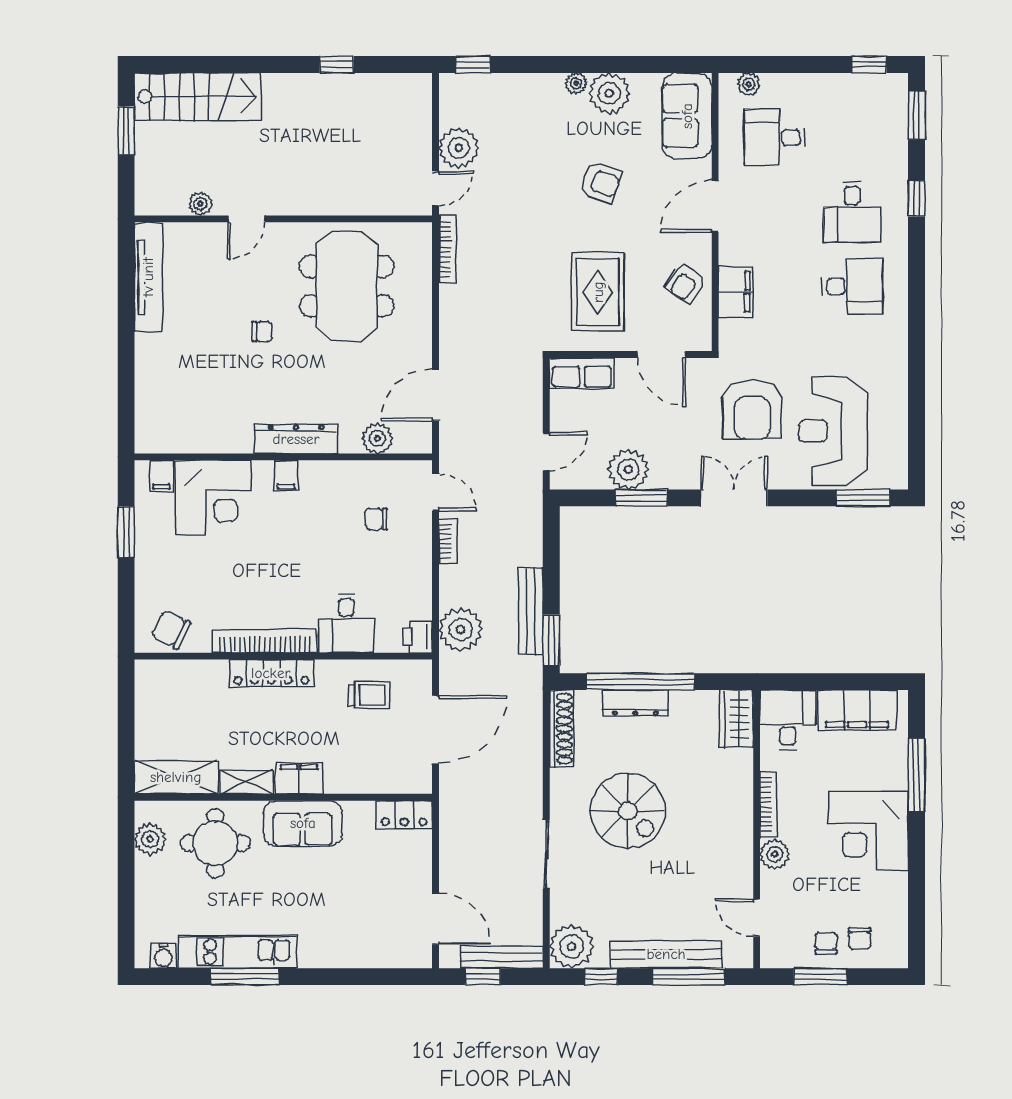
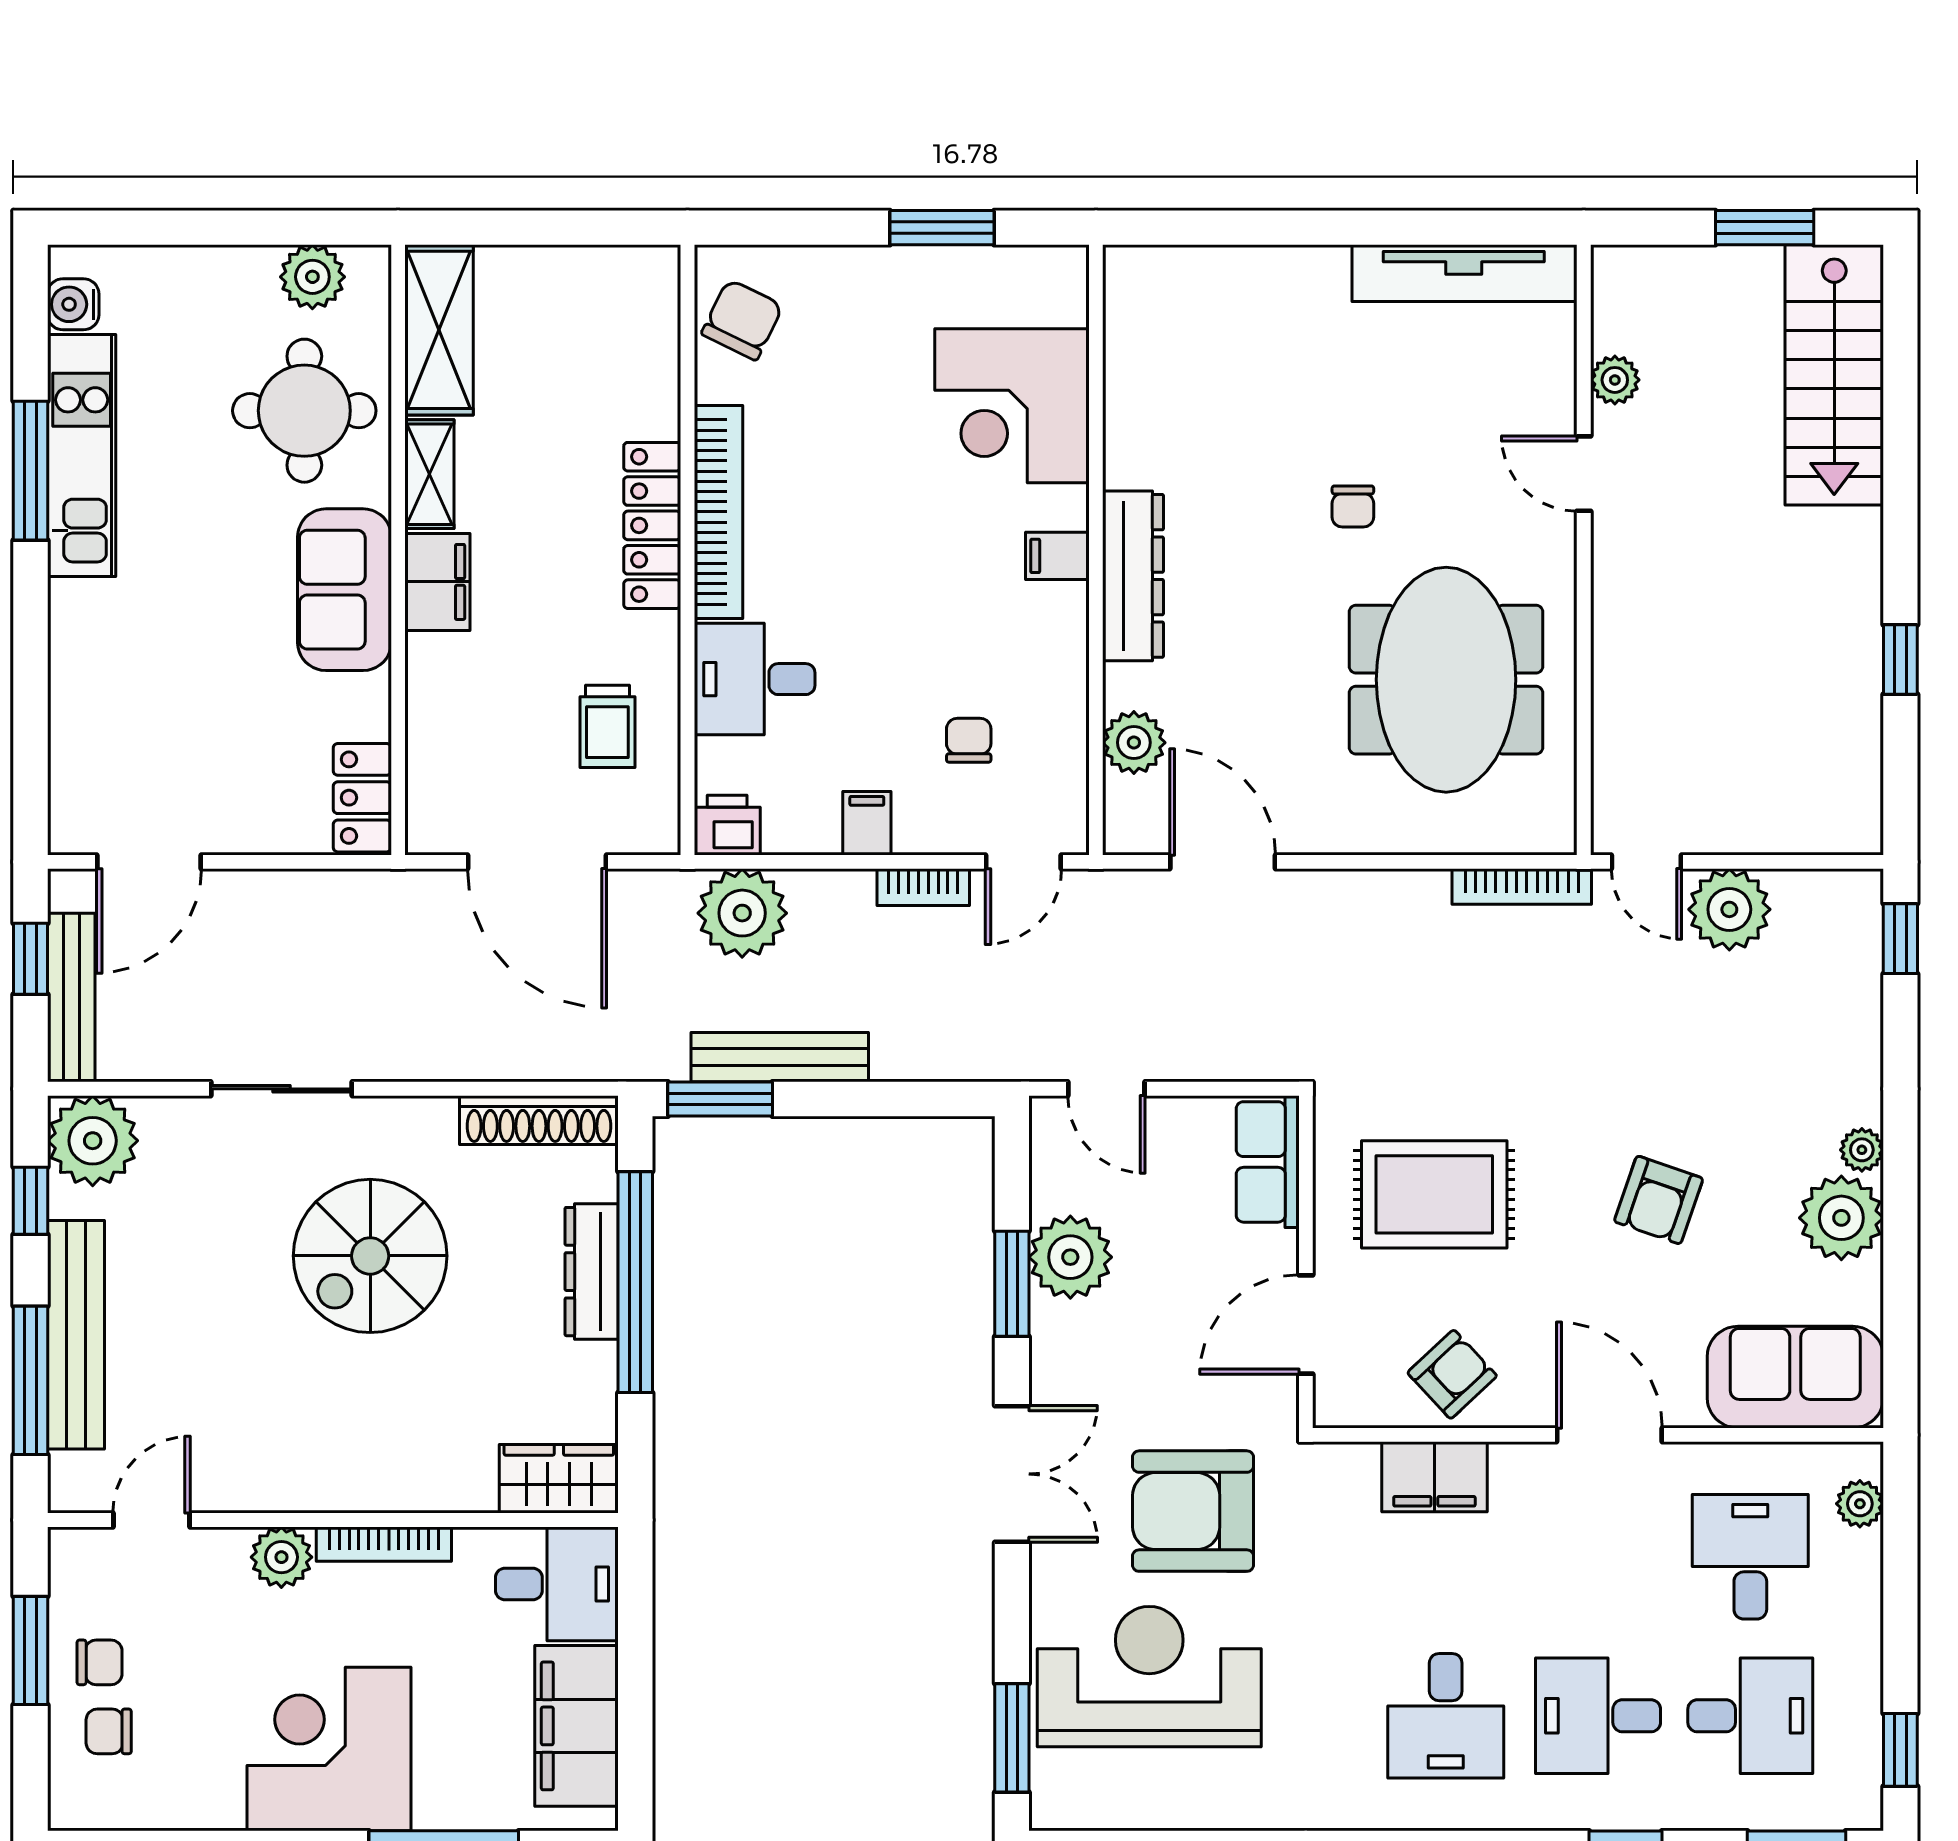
desk: (852, 138) -> (1750, 1716), added
armchair: (686, 283) -> (1452, 1374), turned 104
meeting table: (347, 286) -> (1446, 680), turned 90
filing cabinet: (162, 476) -> (867, 823), moved, turned 90

